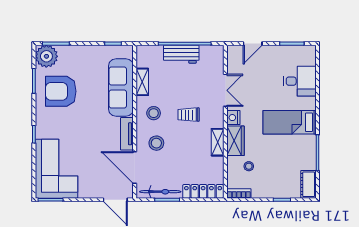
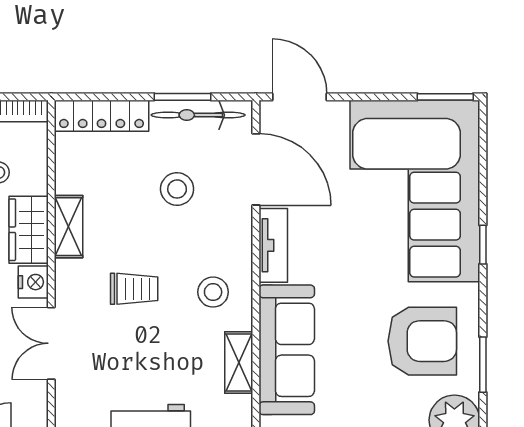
stool: (156, 143) -> (177, 189), moved
corner sofa: (56, 169) -> (415, 191), width x1.36, depth x1.36

